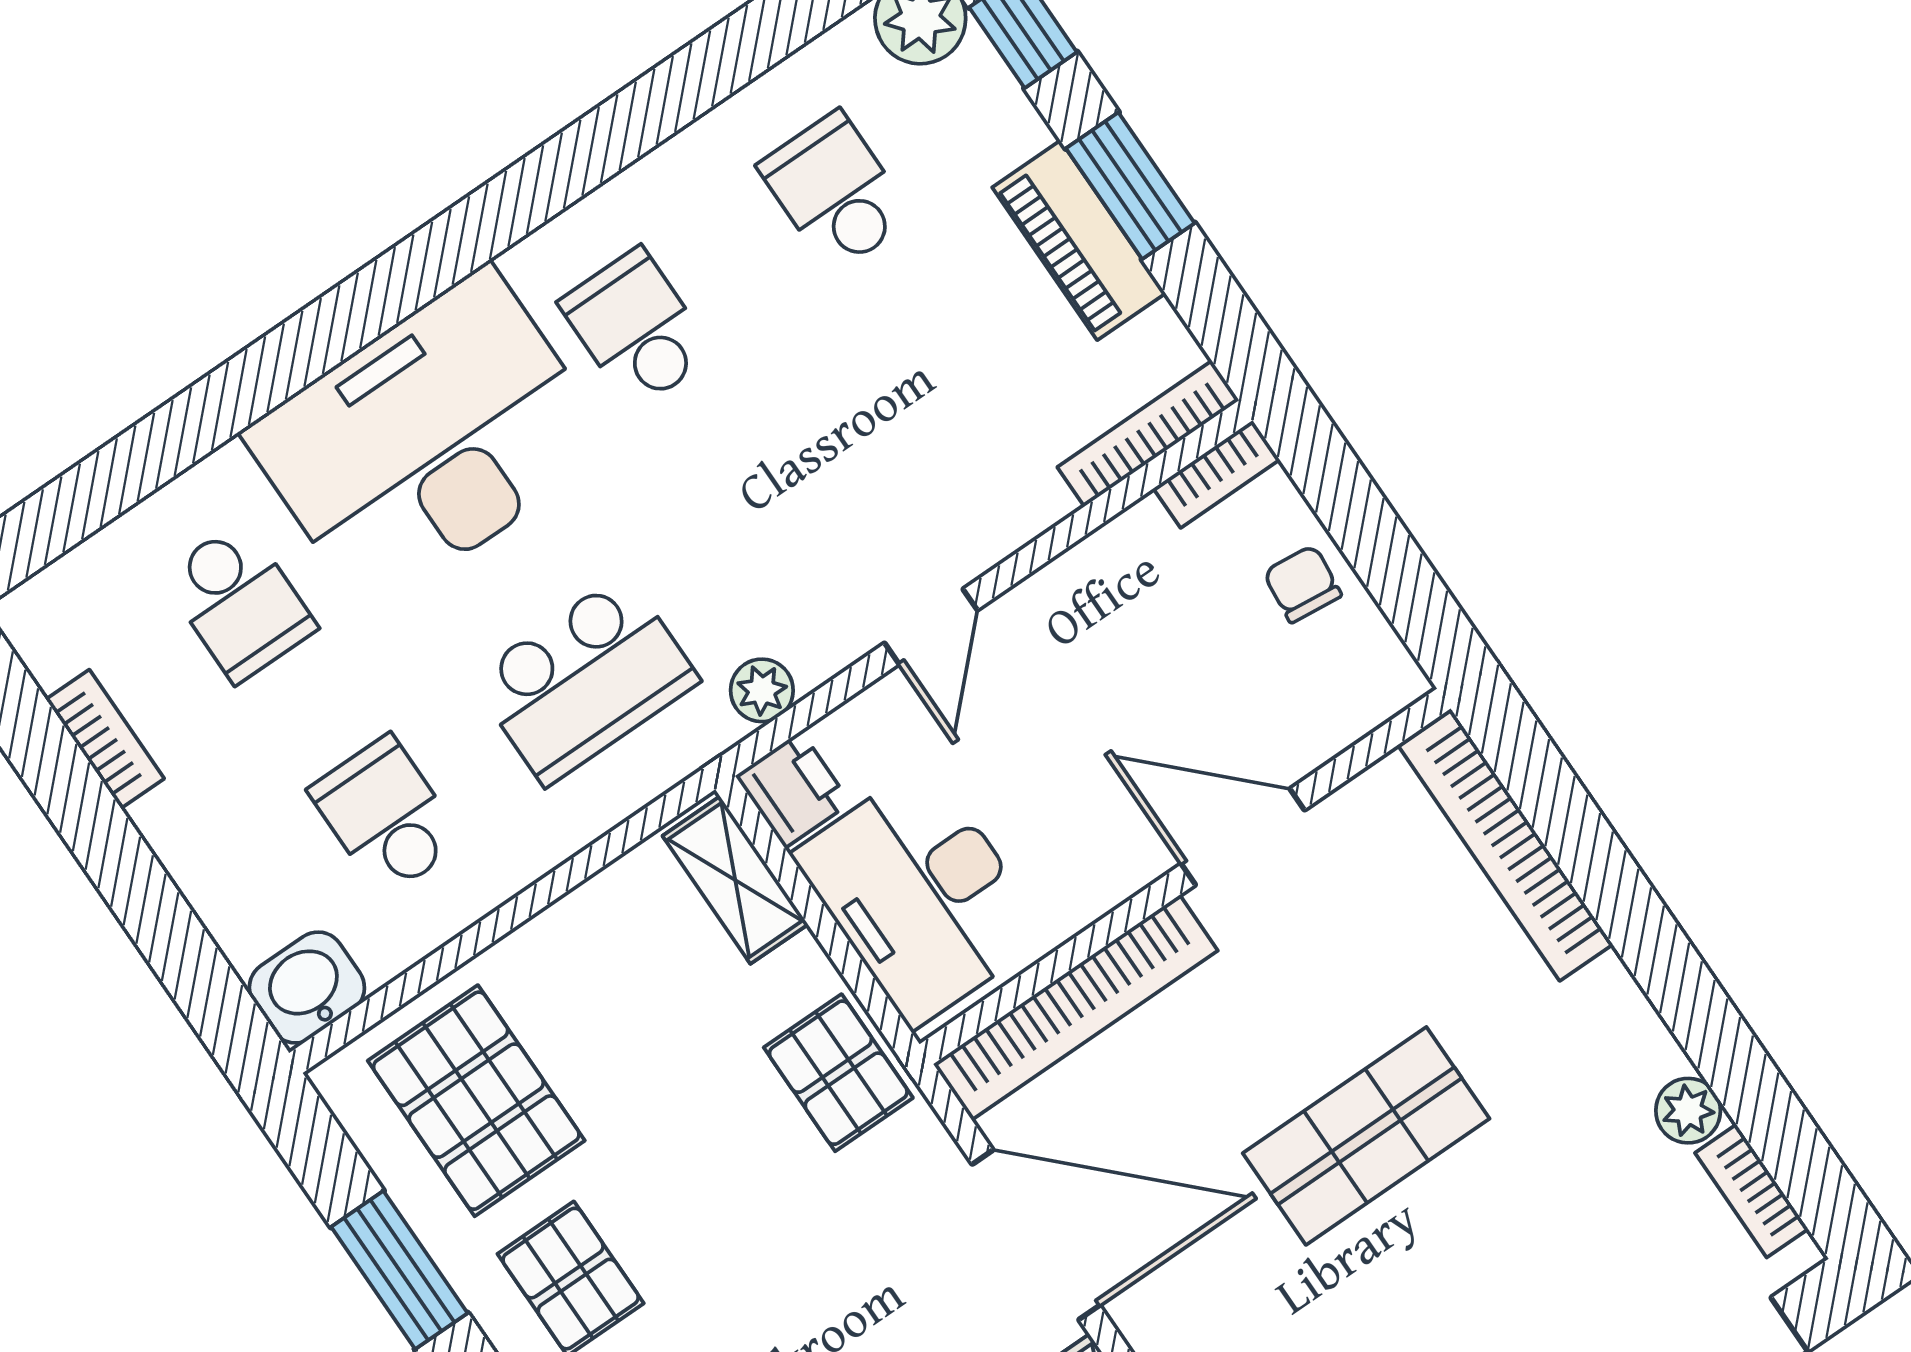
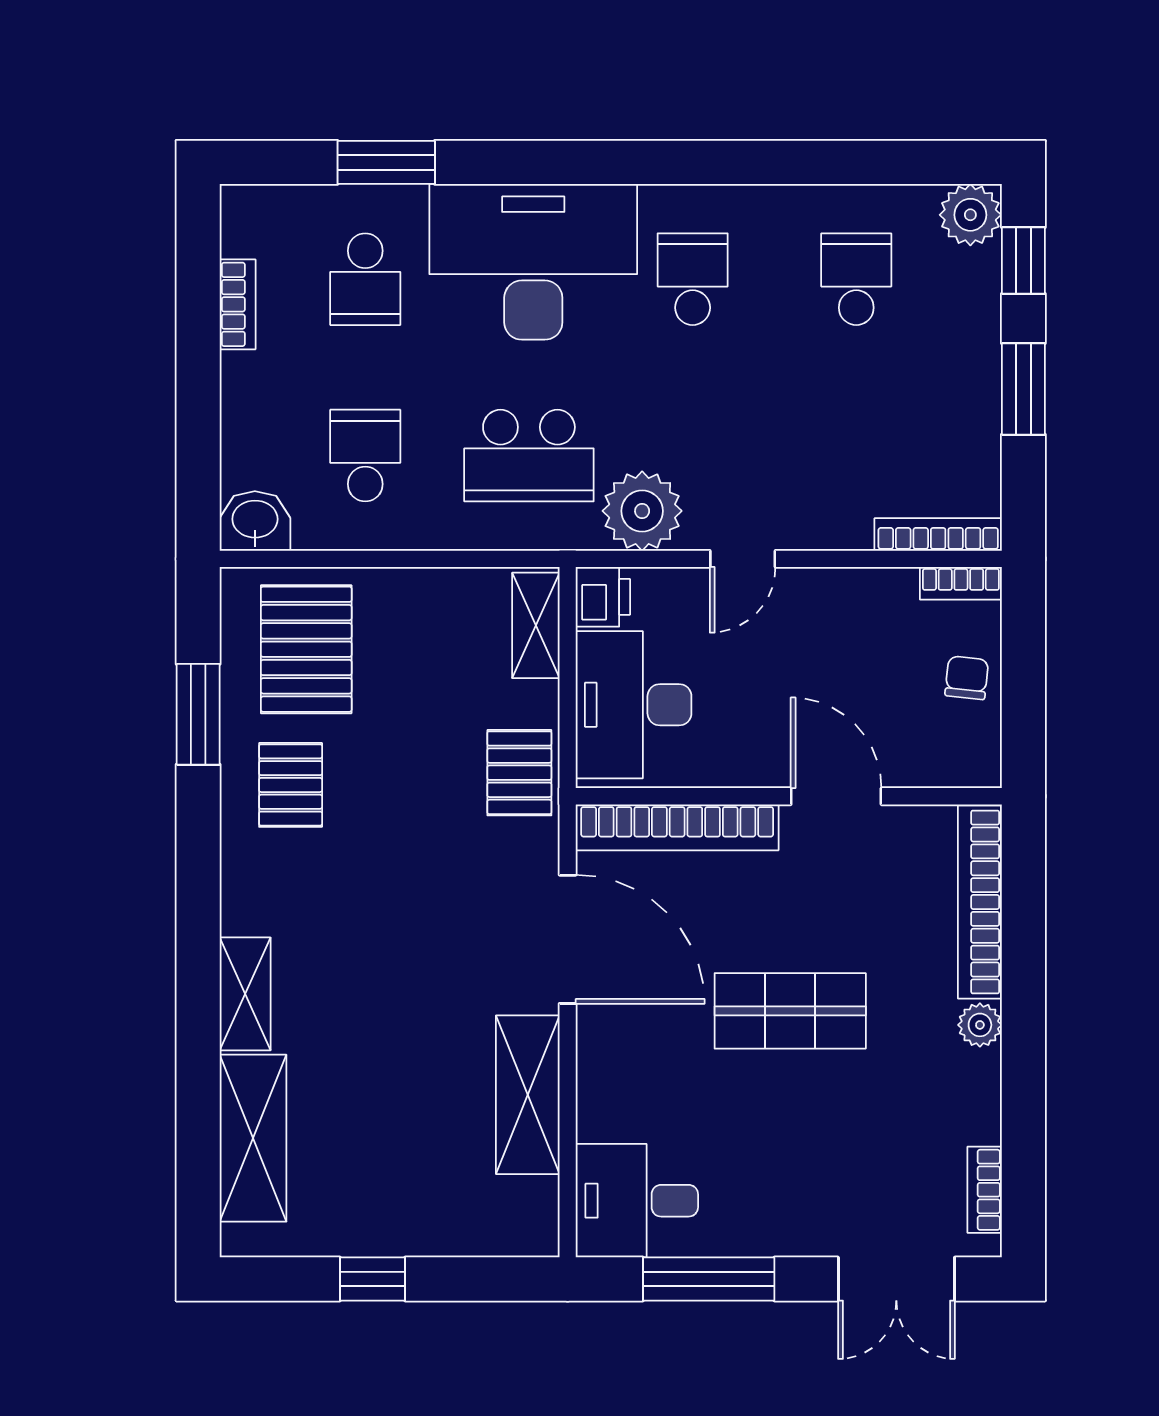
piano: (1079, 240) -> (974, 400), removed
window: (167, 442) -> (386, 162), added
plant: (762, 690) -> (642, 511), width x1.88, depth x1.88
plant: (1688, 1111) -> (980, 1025), moved

